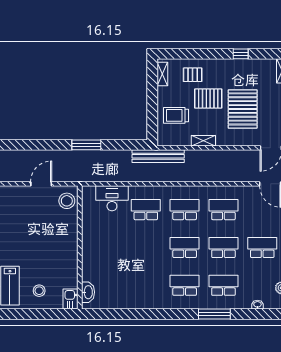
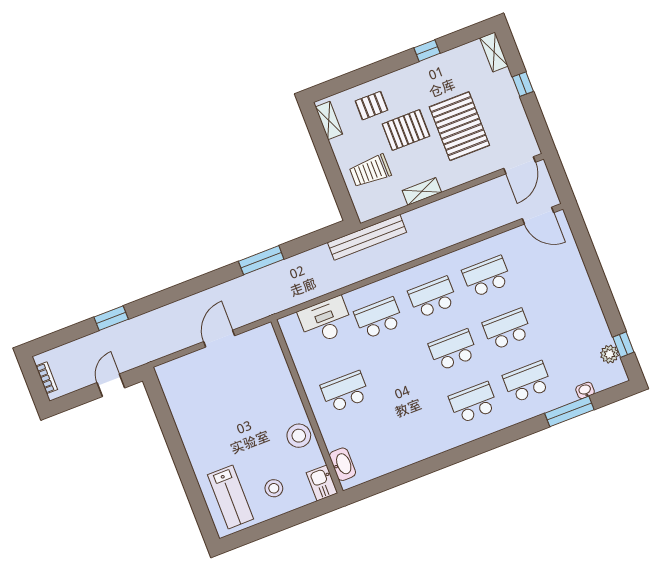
stool: (67, 201) -> (299, 436), moved
school desk: (262, 247) -> (345, 392), moved
window: (214, 314) -> (569, 411), moved

